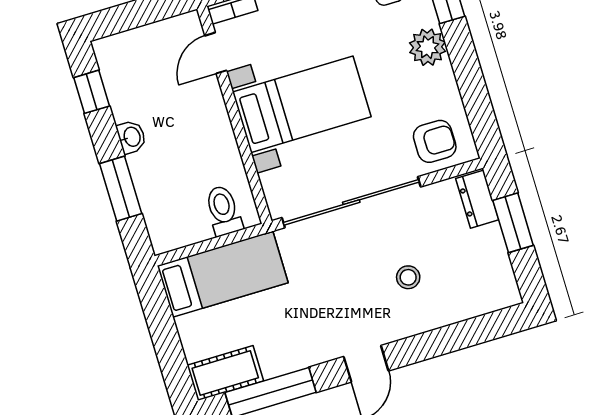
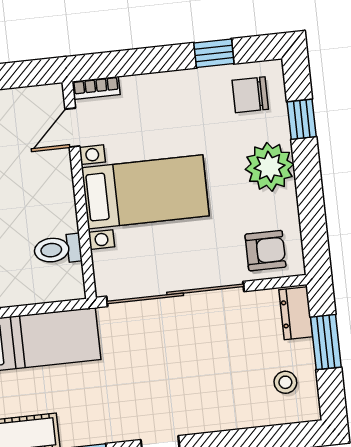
plant: (428, 47) -> (269, 167), width x1.36, depth x1.36
toilet: (223, 211) -> (58, 249), moved, turned -90
stool: (408, 277) -> (285, 382), moved

